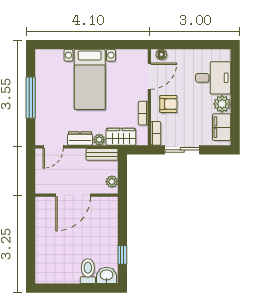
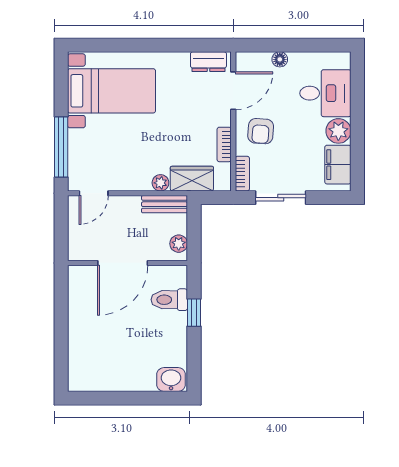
floor lamp: (161, 54) -> (280, 59), moved
bed with nightstands: (90, 79) -> (112, 91), moved, turned -90
window: (31, 98) -> (61, 147), moved
armchair: (168, 104) -> (261, 131), turned 94
dresser: (80, 138) -> (208, 62), moved, turned 180
window: (122, 255) -> (194, 313), moved
toilet: (88, 271) -> (169, 300), moved, turned -90

